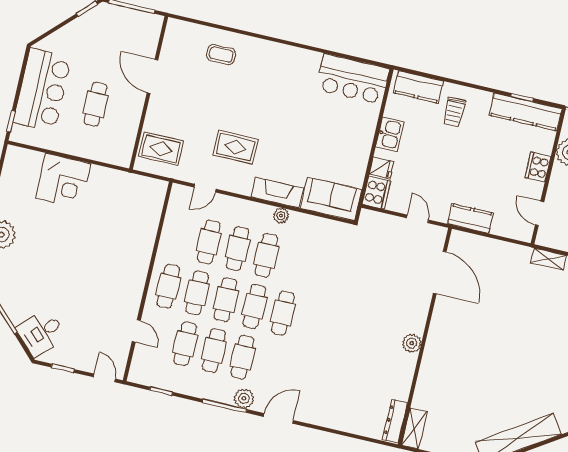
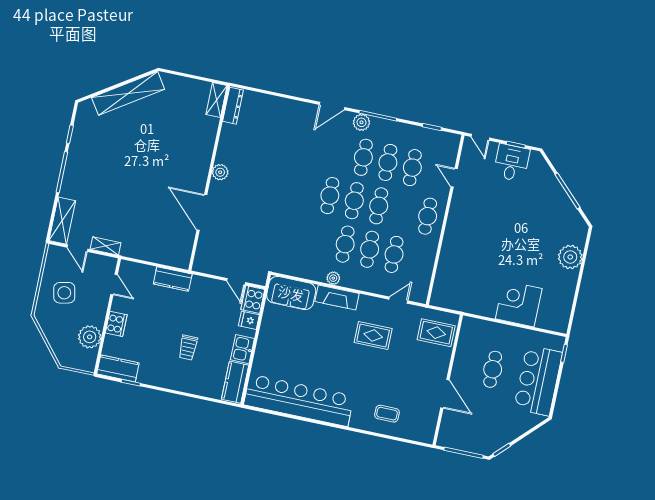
bar counter: (353, 79) -> (299, 400), width x1.86
kitchen counter: (418, 87) -> (235, 382), moved, turned -90
trolley: (454, 112) -> (188, 348), moved, turned 180
kitchen counter: (526, 112) -> (118, 368), width x0.67
door: (418, 219) -> (236, 282), moved
door: (440, 272) -> (202, 212), moved
cafe table: (197, 293) -> (403, 211), removed
desk: (41, 333) -> (512, 163), moved, turned -45

